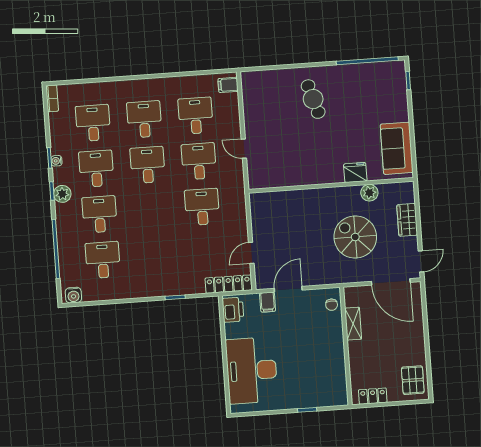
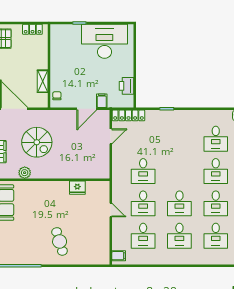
fridge: (355, 172) -> (77, 188), moved
printer: (233, 310) -> (127, 86), moved
desk: (252, 370) -> (104, 41), moved, turned -90

